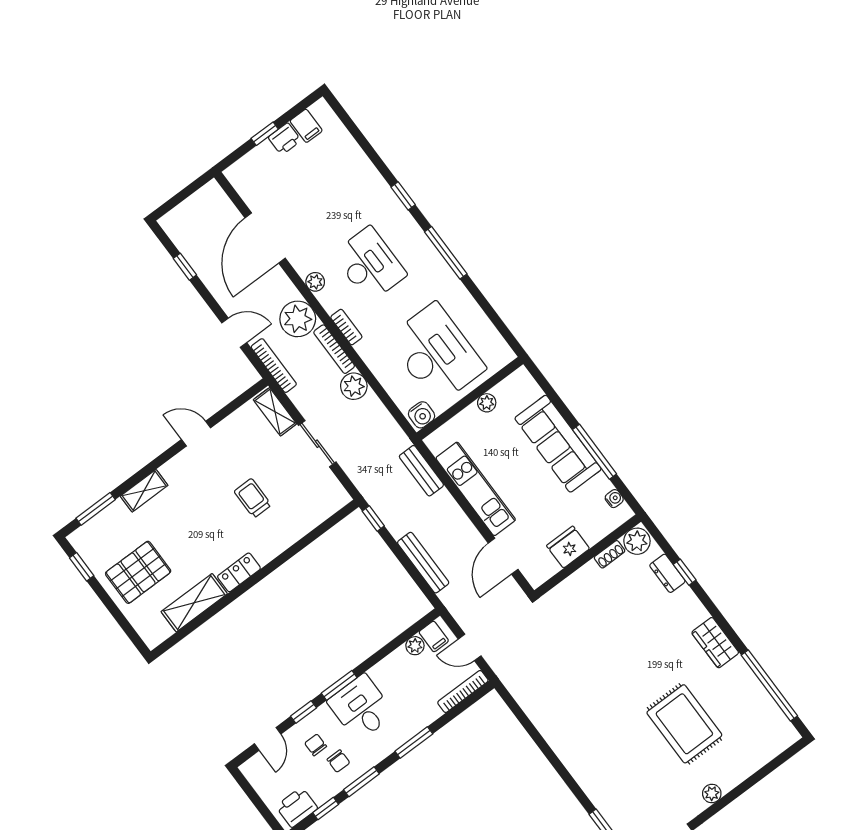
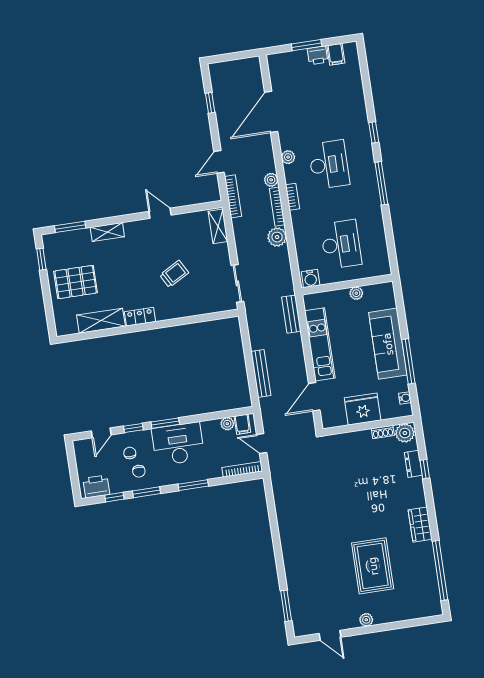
window: (265, 134) -> (307, 45), width x1.50
plant: (298, 319) -> (271, 180), width x0.53, depth x0.53
door: (234, 333) -> (219, 162), swing flipped
desk: (436, 353) -> (341, 244), width x0.73, depth x0.77
sliding door: (317, 444) -> (237, 283), moved
trolley: (253, 498) -> (174, 274), turned 61
window: (373, 519) -> (244, 328), removed
fridge: (568, 547) -> (363, 409), width x1.36, depth x1.34
desk: (361, 708) -> (178, 444), width x1.37

